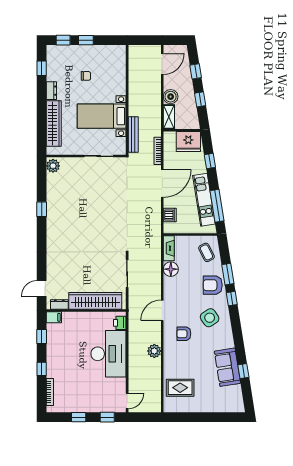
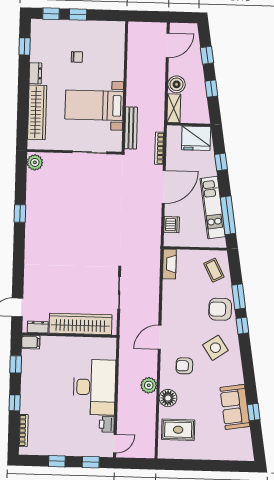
floor lamp: (171, 269) -> (168, 398), moved
printer: (120, 323) -> (107, 424), moved

